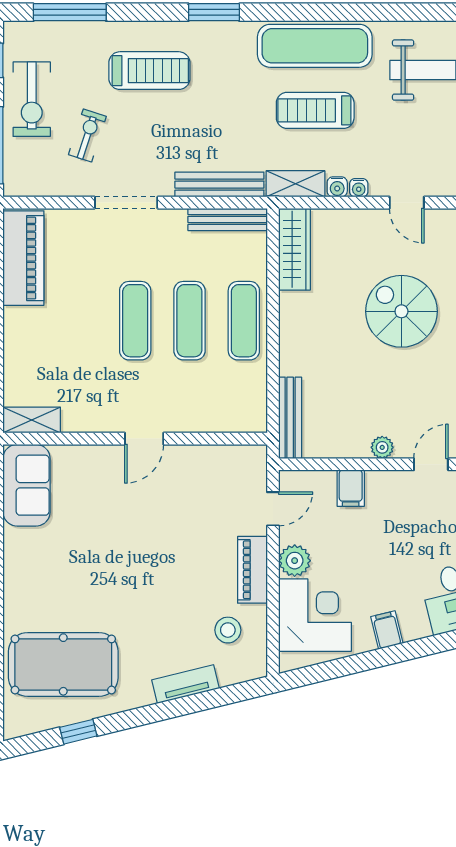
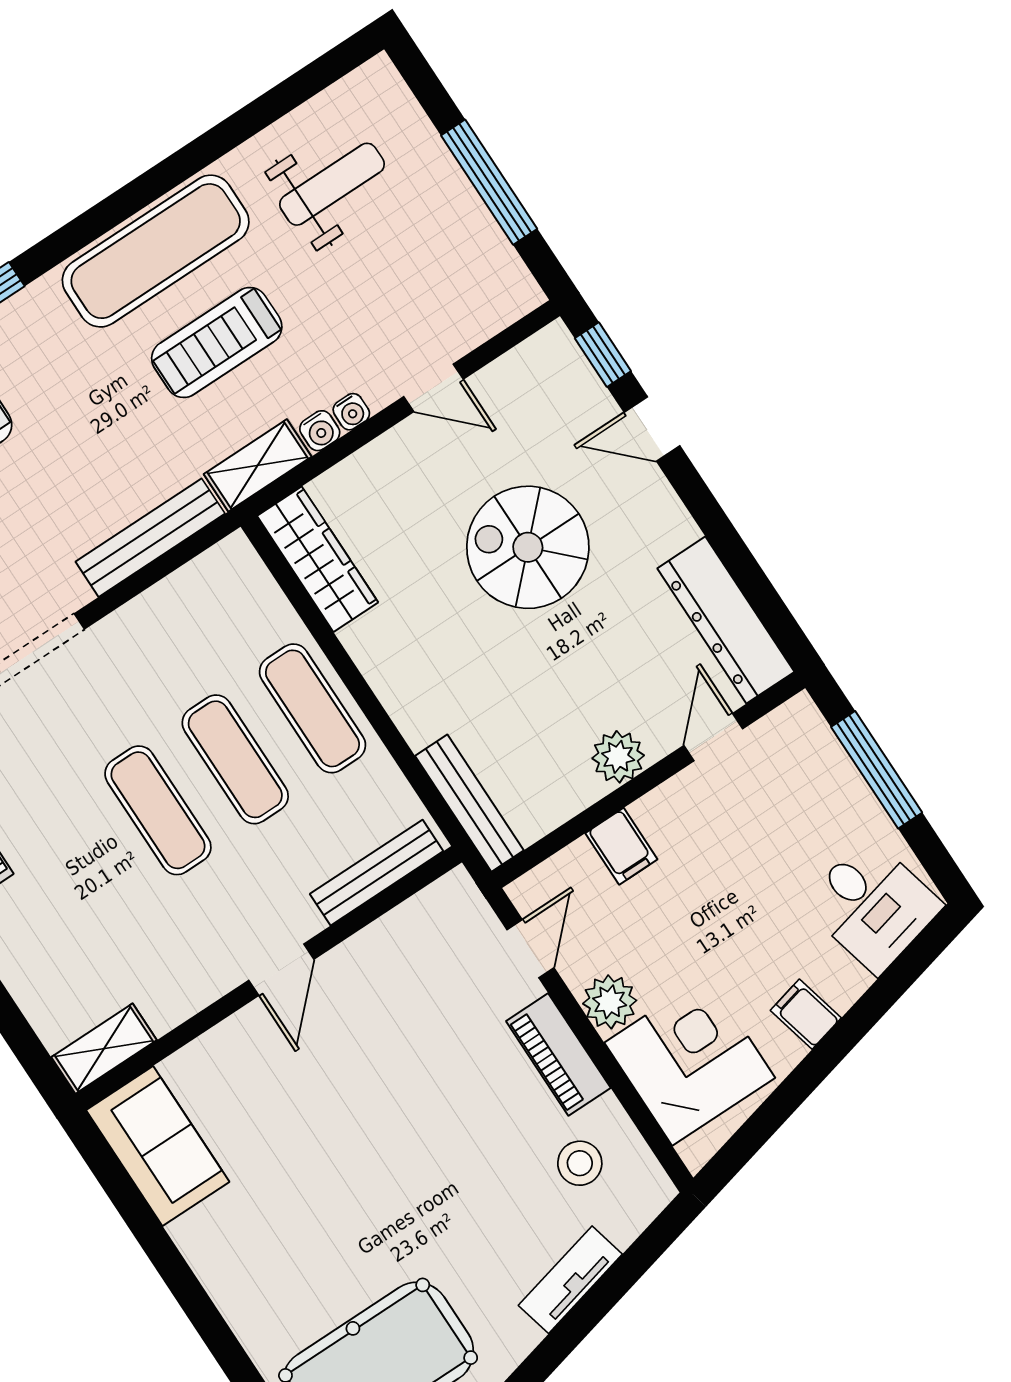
bench: (228, 219) -> (377, 873), moved
plant: (382, 447) -> (618, 757), width x1.38, depth x1.38

